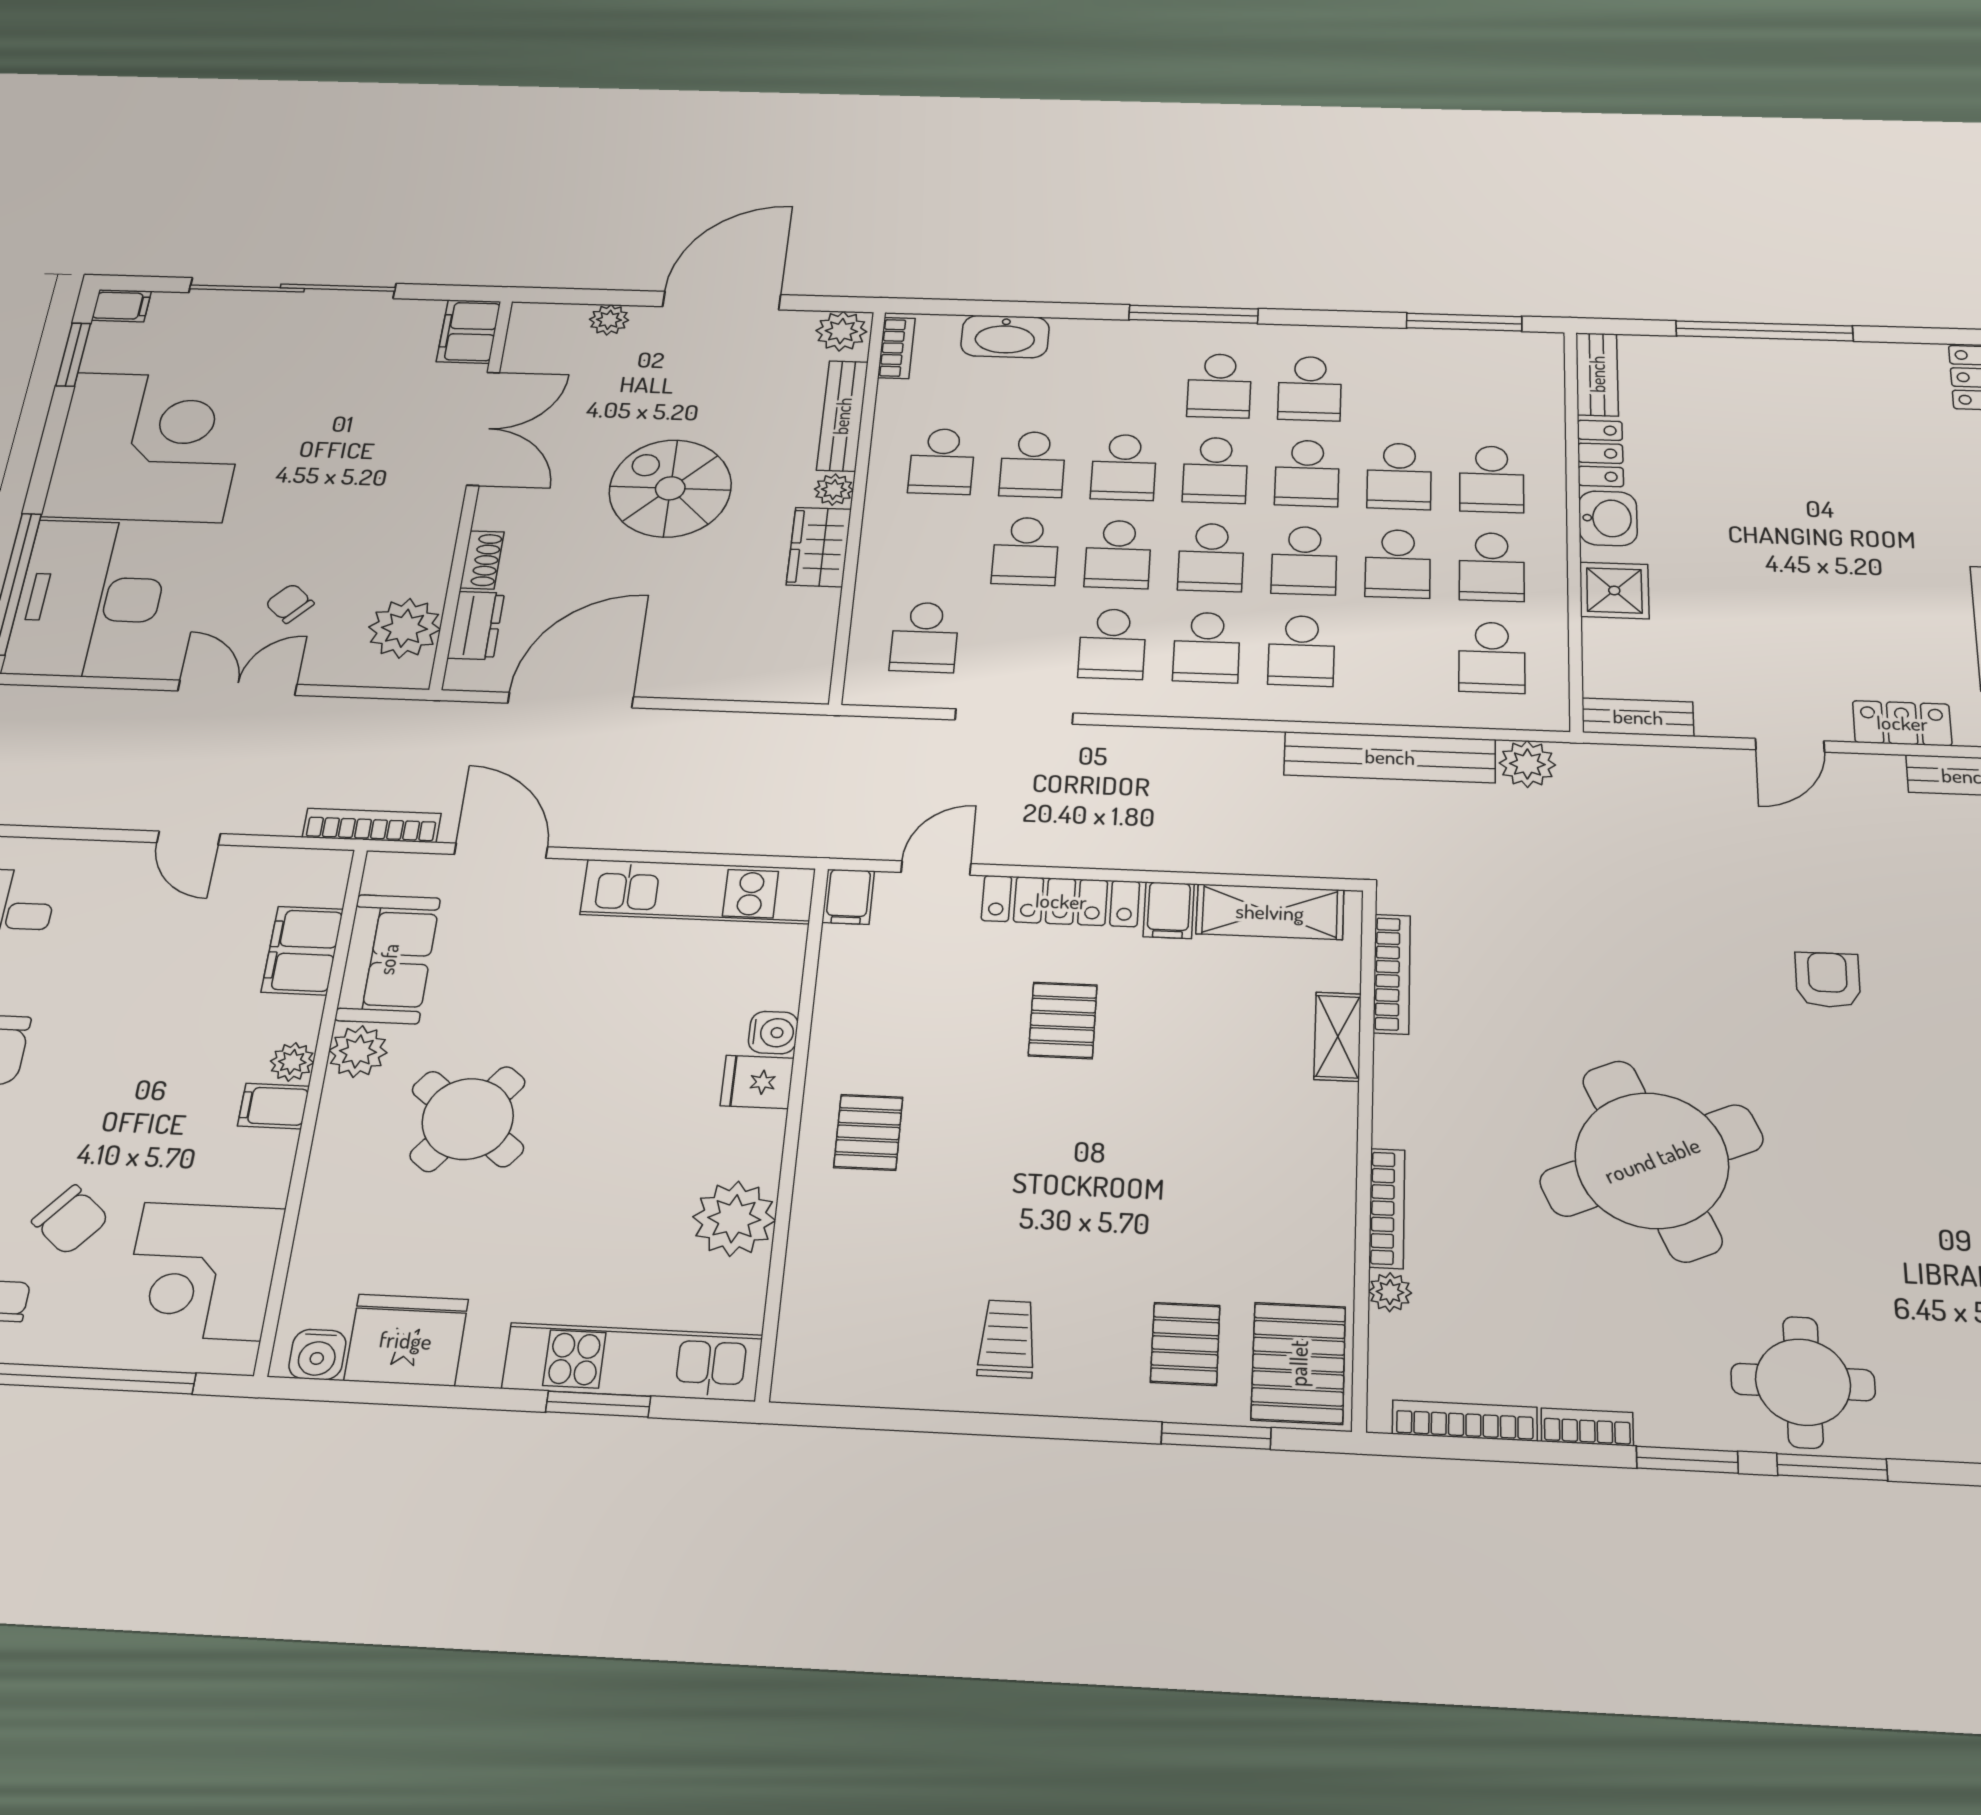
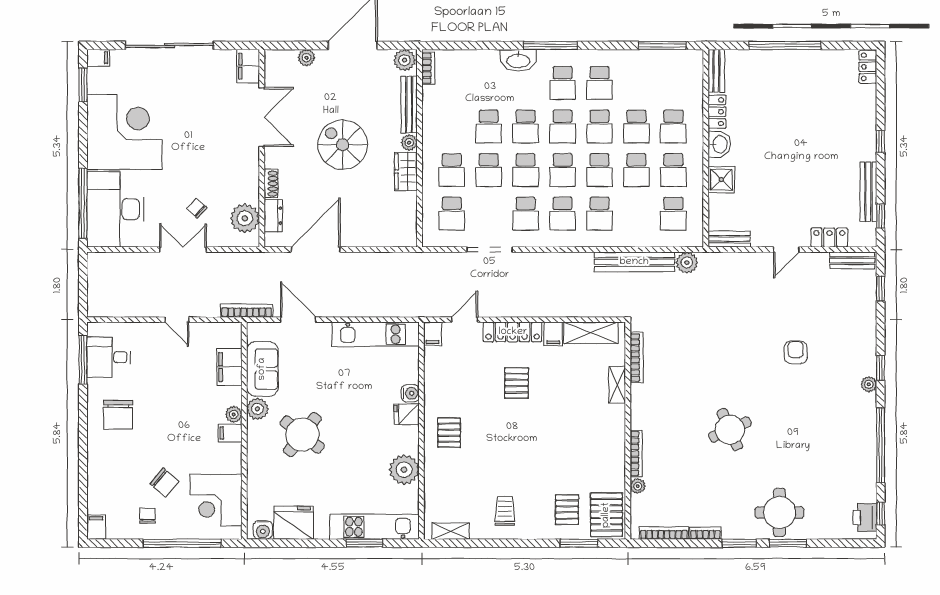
washbasin: (1005, 337) -> (518, 60), moved
school desk: (942, 461) -> (452, 170), moved
round table: (1652, 1160) -> (730, 430), width x0.54, depth x0.54
shelving: (847, 1384) -> (450, 531), added

